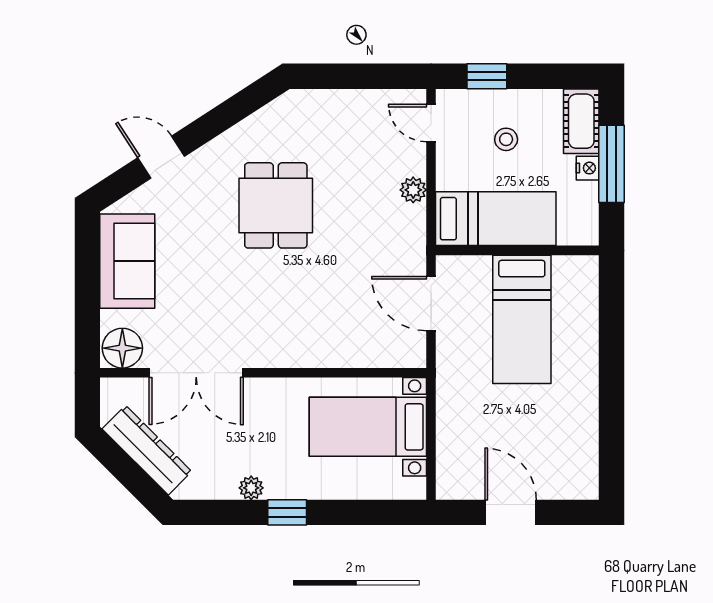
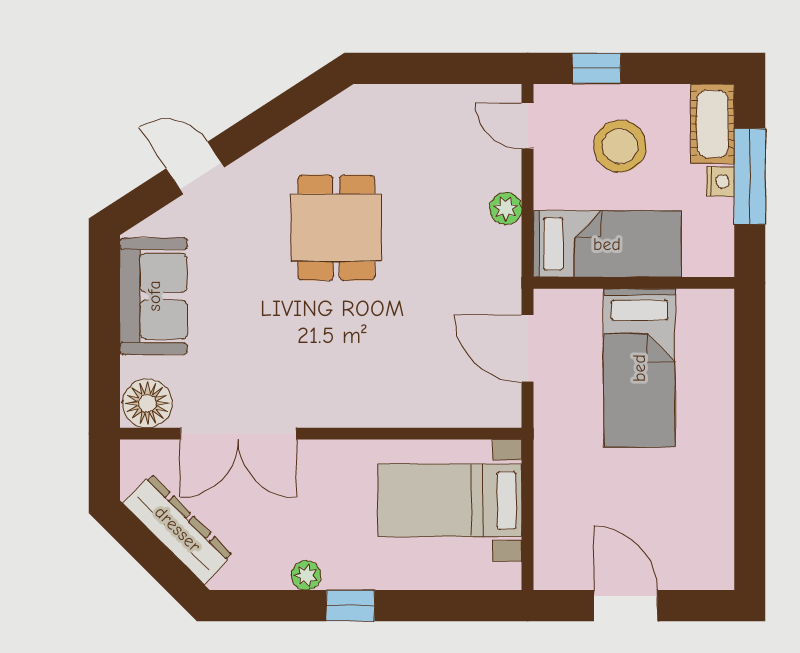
stool: (506, 139) -> (620, 146), width x1.89, depth x1.89

